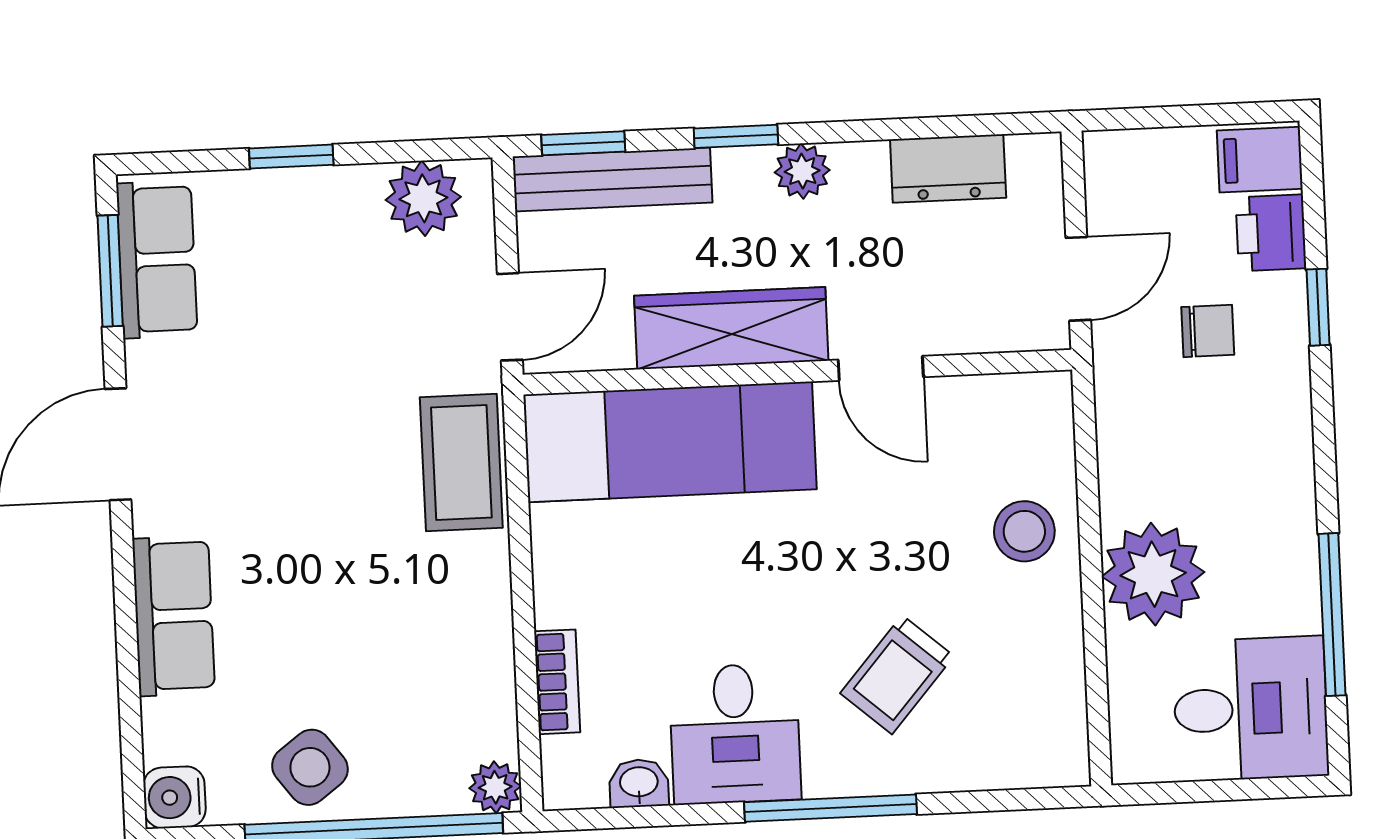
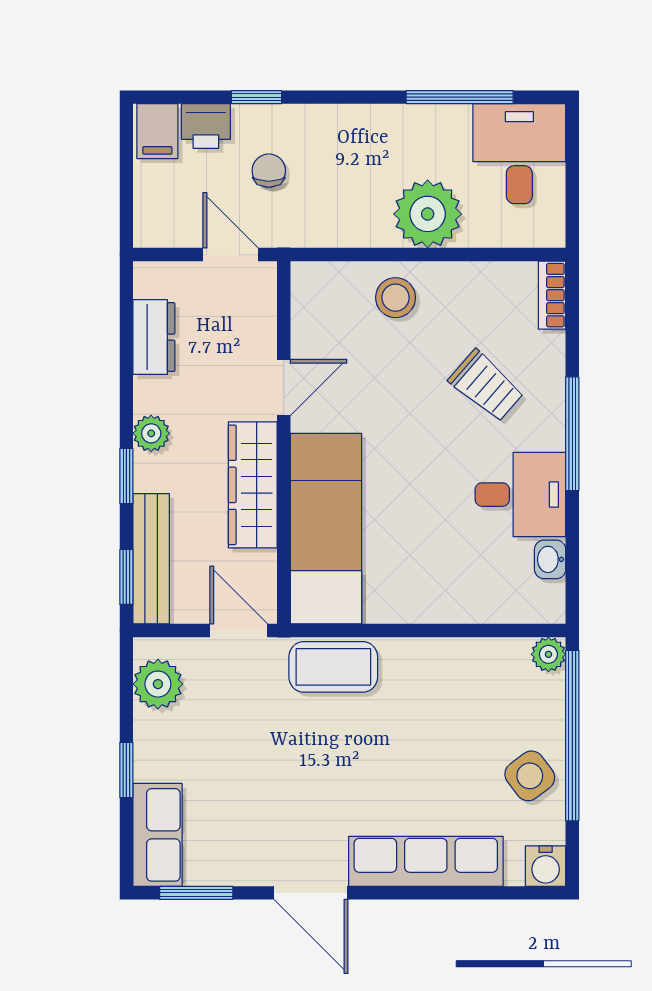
row of seats: (157, 259) -> (157, 835), moved, turned 90
row of seats: (174, 616) -> (426, 861), width x1.48
bookcase: (557, 682) -> (552, 295), moved, turned -90

